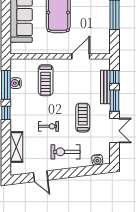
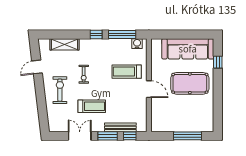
door: (81, 56) -> (149, 89), moved
water cooler: (16, 83) -> (137, 44), moved
double door: (114, 131) -> (80, 136), swing flipped
water cooler: (97, 160) -> (52, 120), removed

